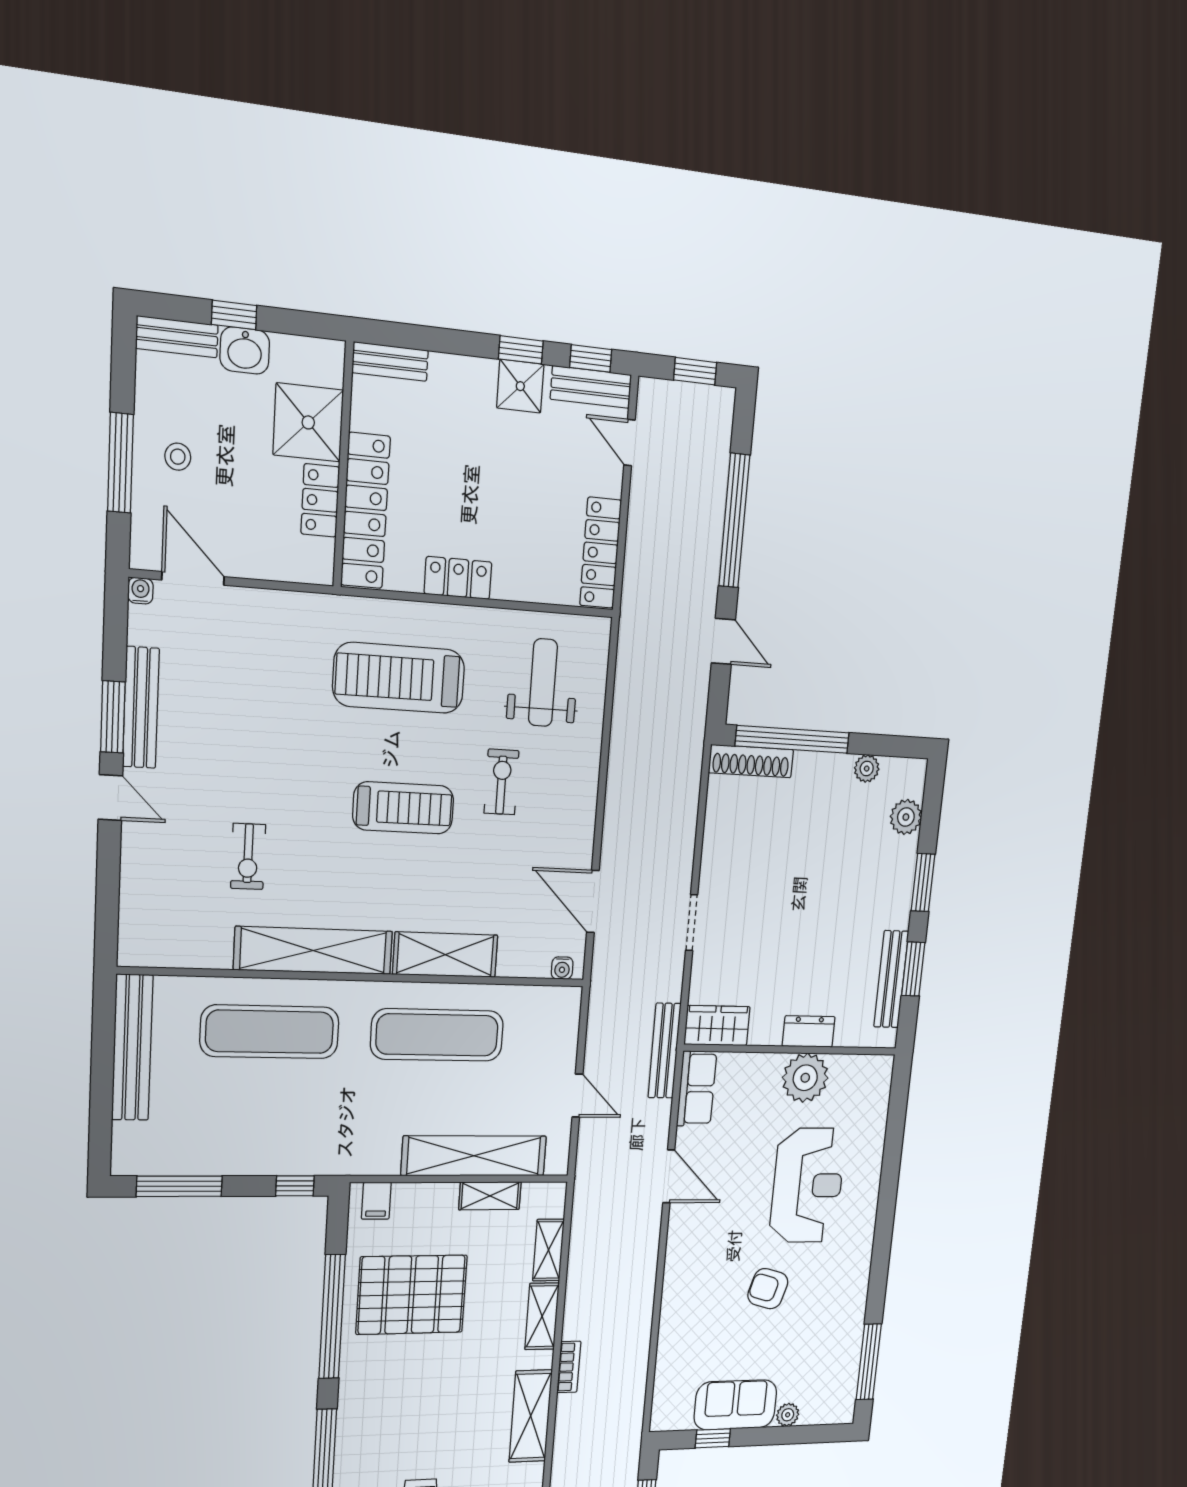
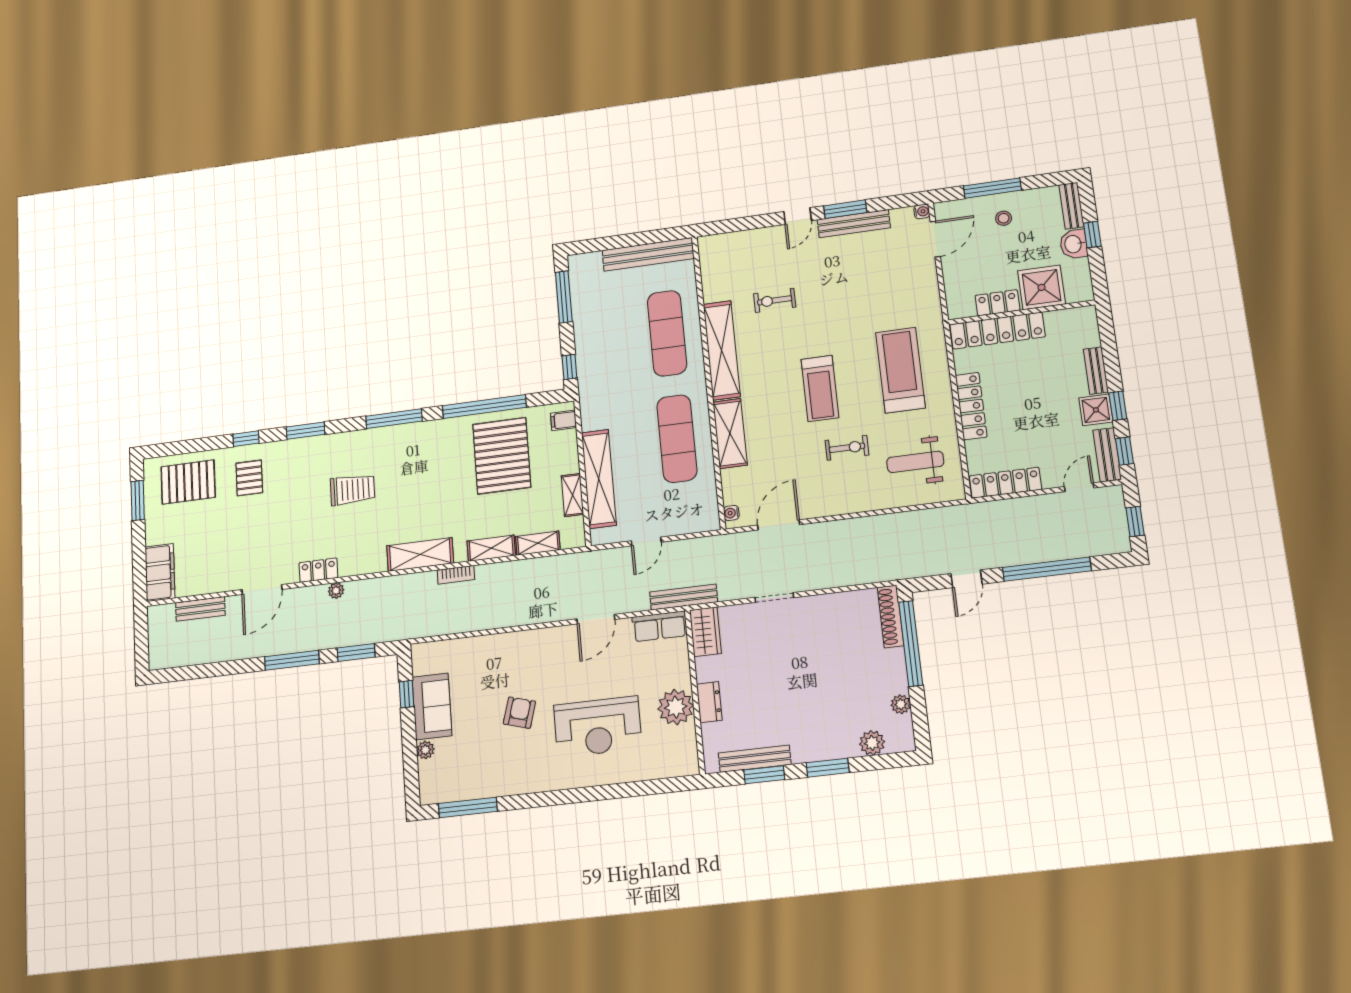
bench: (390, 361) -> (1096, 371), moved
locker: (458, 578) -> (971, 406), width x1.53
weight bench: (543, 683) -> (915, 462), turned 180

